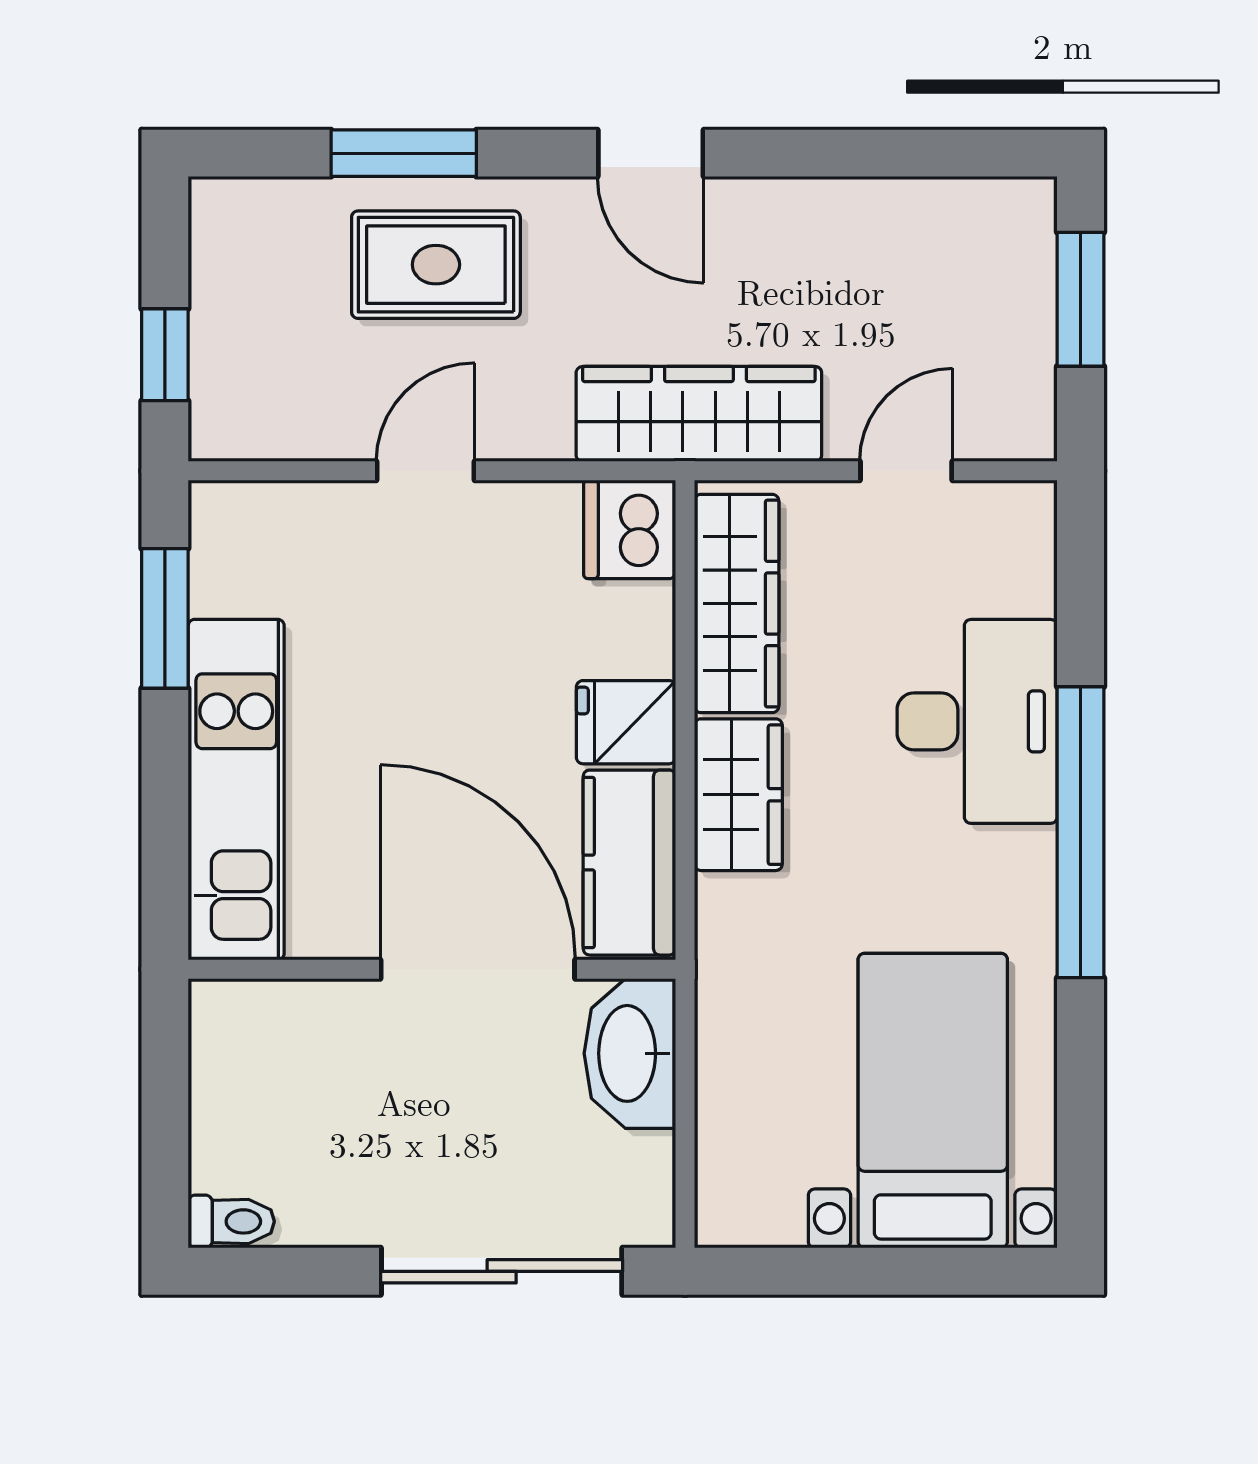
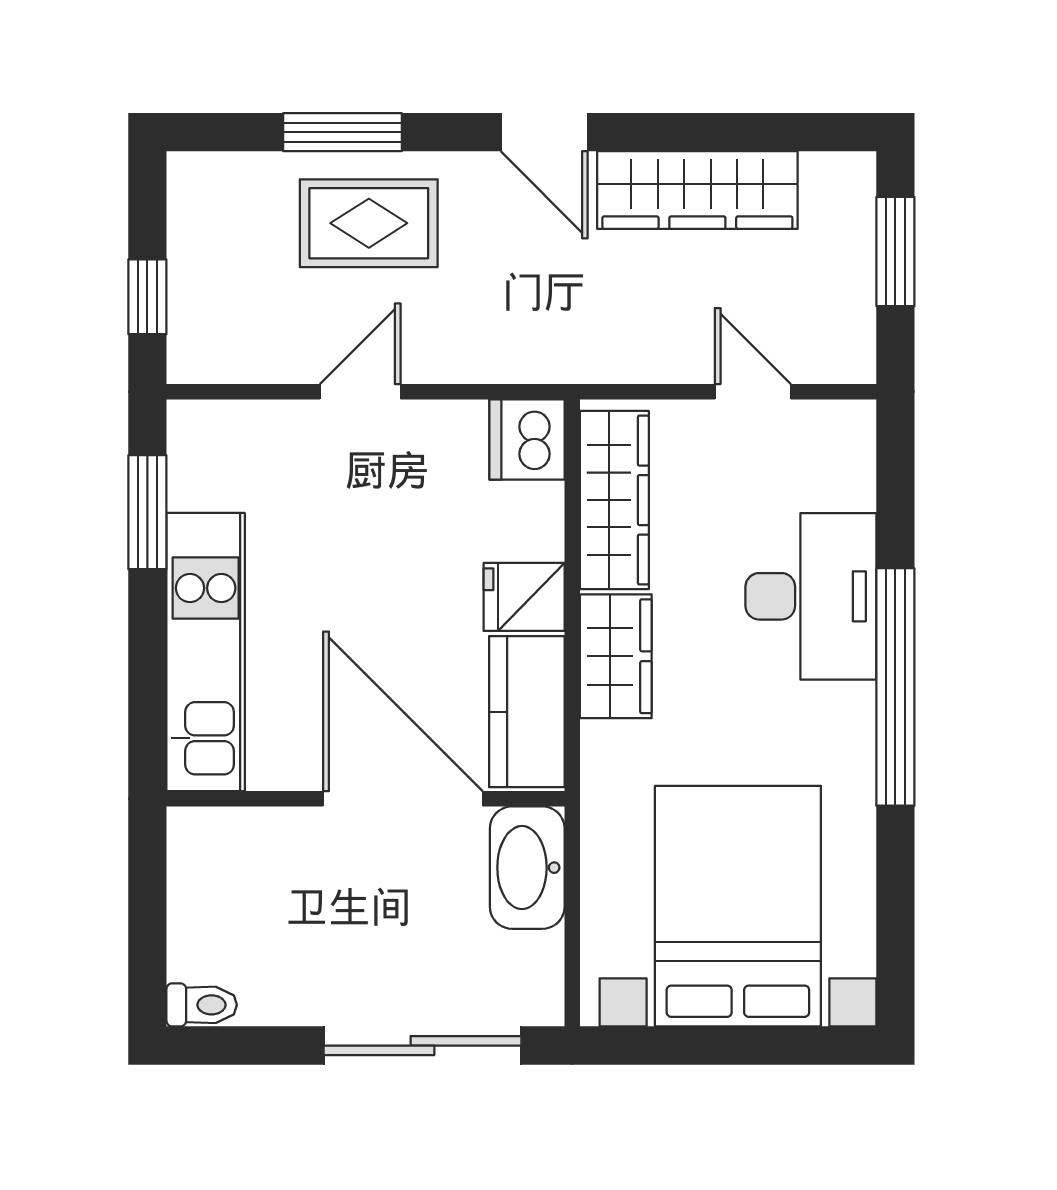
wardrobe: (699, 414) -> (697, 190), moved, turned 180
door: (906, 471) -> (753, 392), hinge flipped
bed with nightstands: (933, 1101) -> (738, 906), width x1.36

